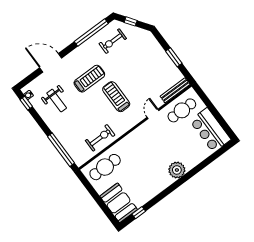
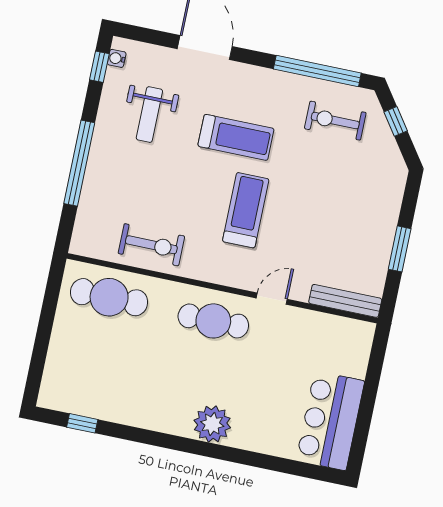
cafe table: (182, 110) -> (213, 321), moved
window: (61, 150) -> (79, 163), moved
booth: (119, 203) -> (69, 374), removed

